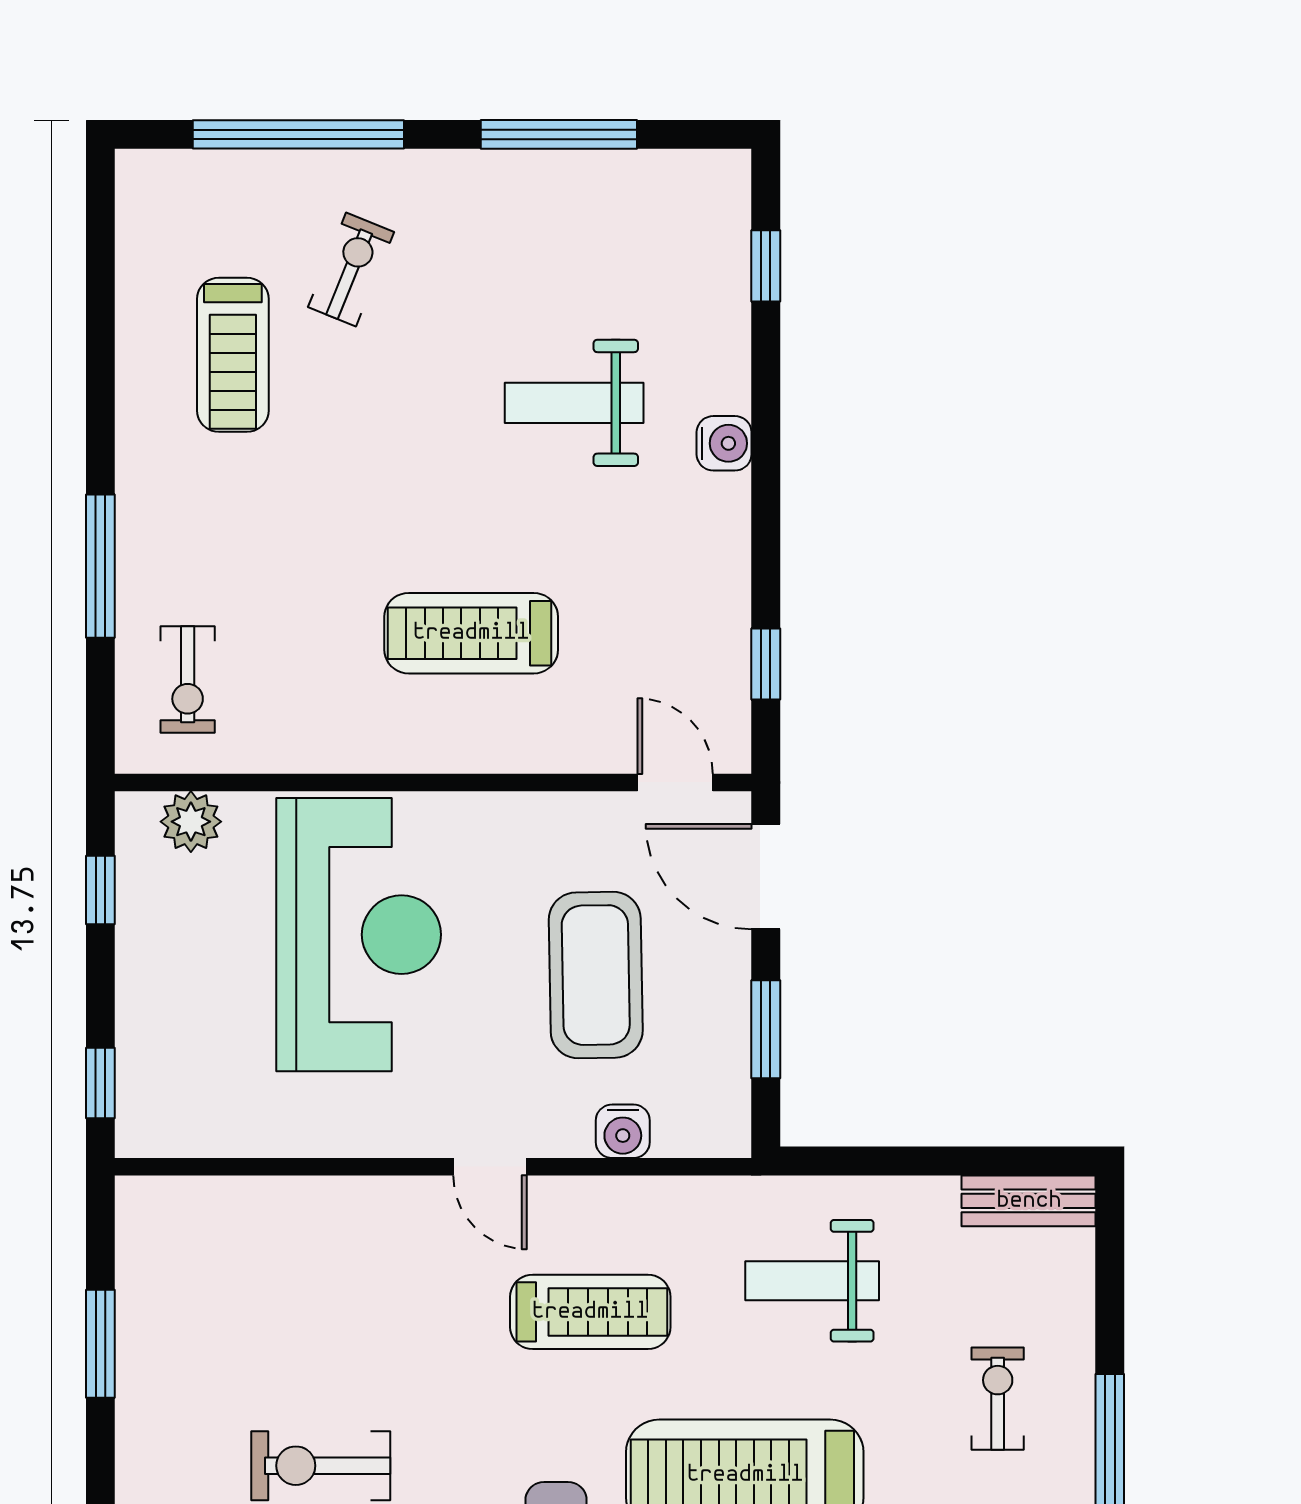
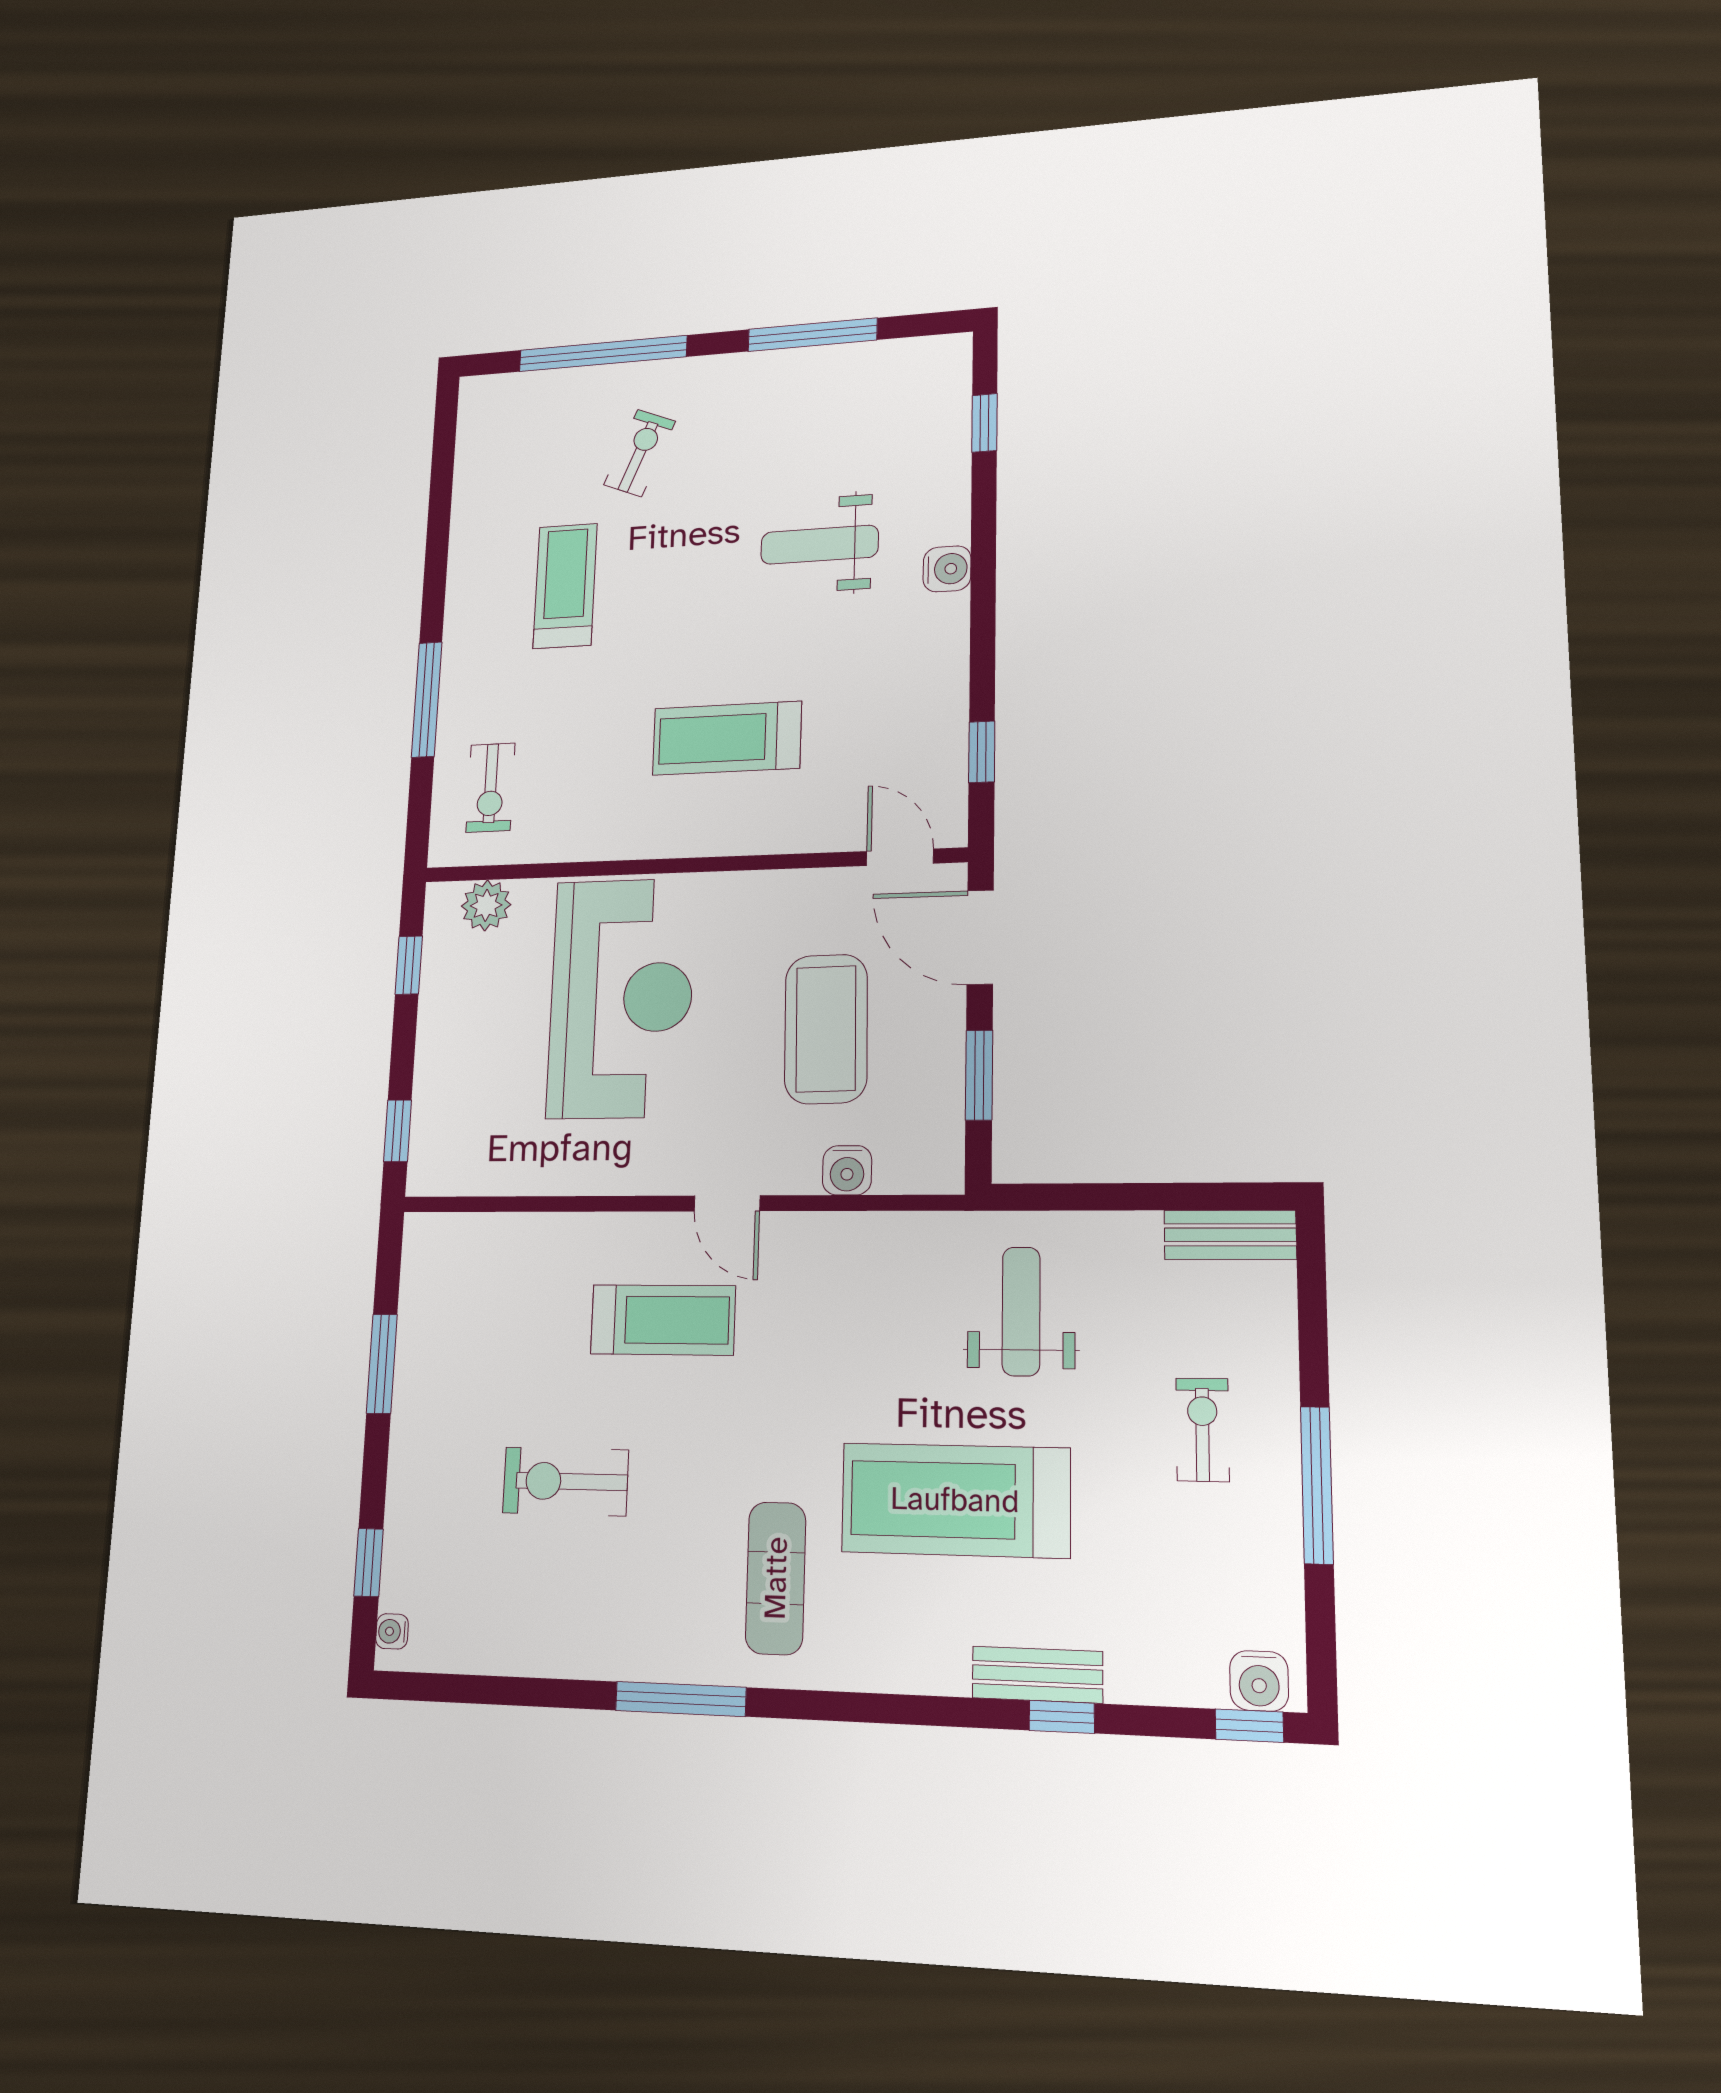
treadmill: (233, 355) -> (565, 586), moved, turned 180
weight bench: (812, 1281) -> (1021, 1311), turned 90
treadmill: (590, 1312) -> (663, 1320), moved

